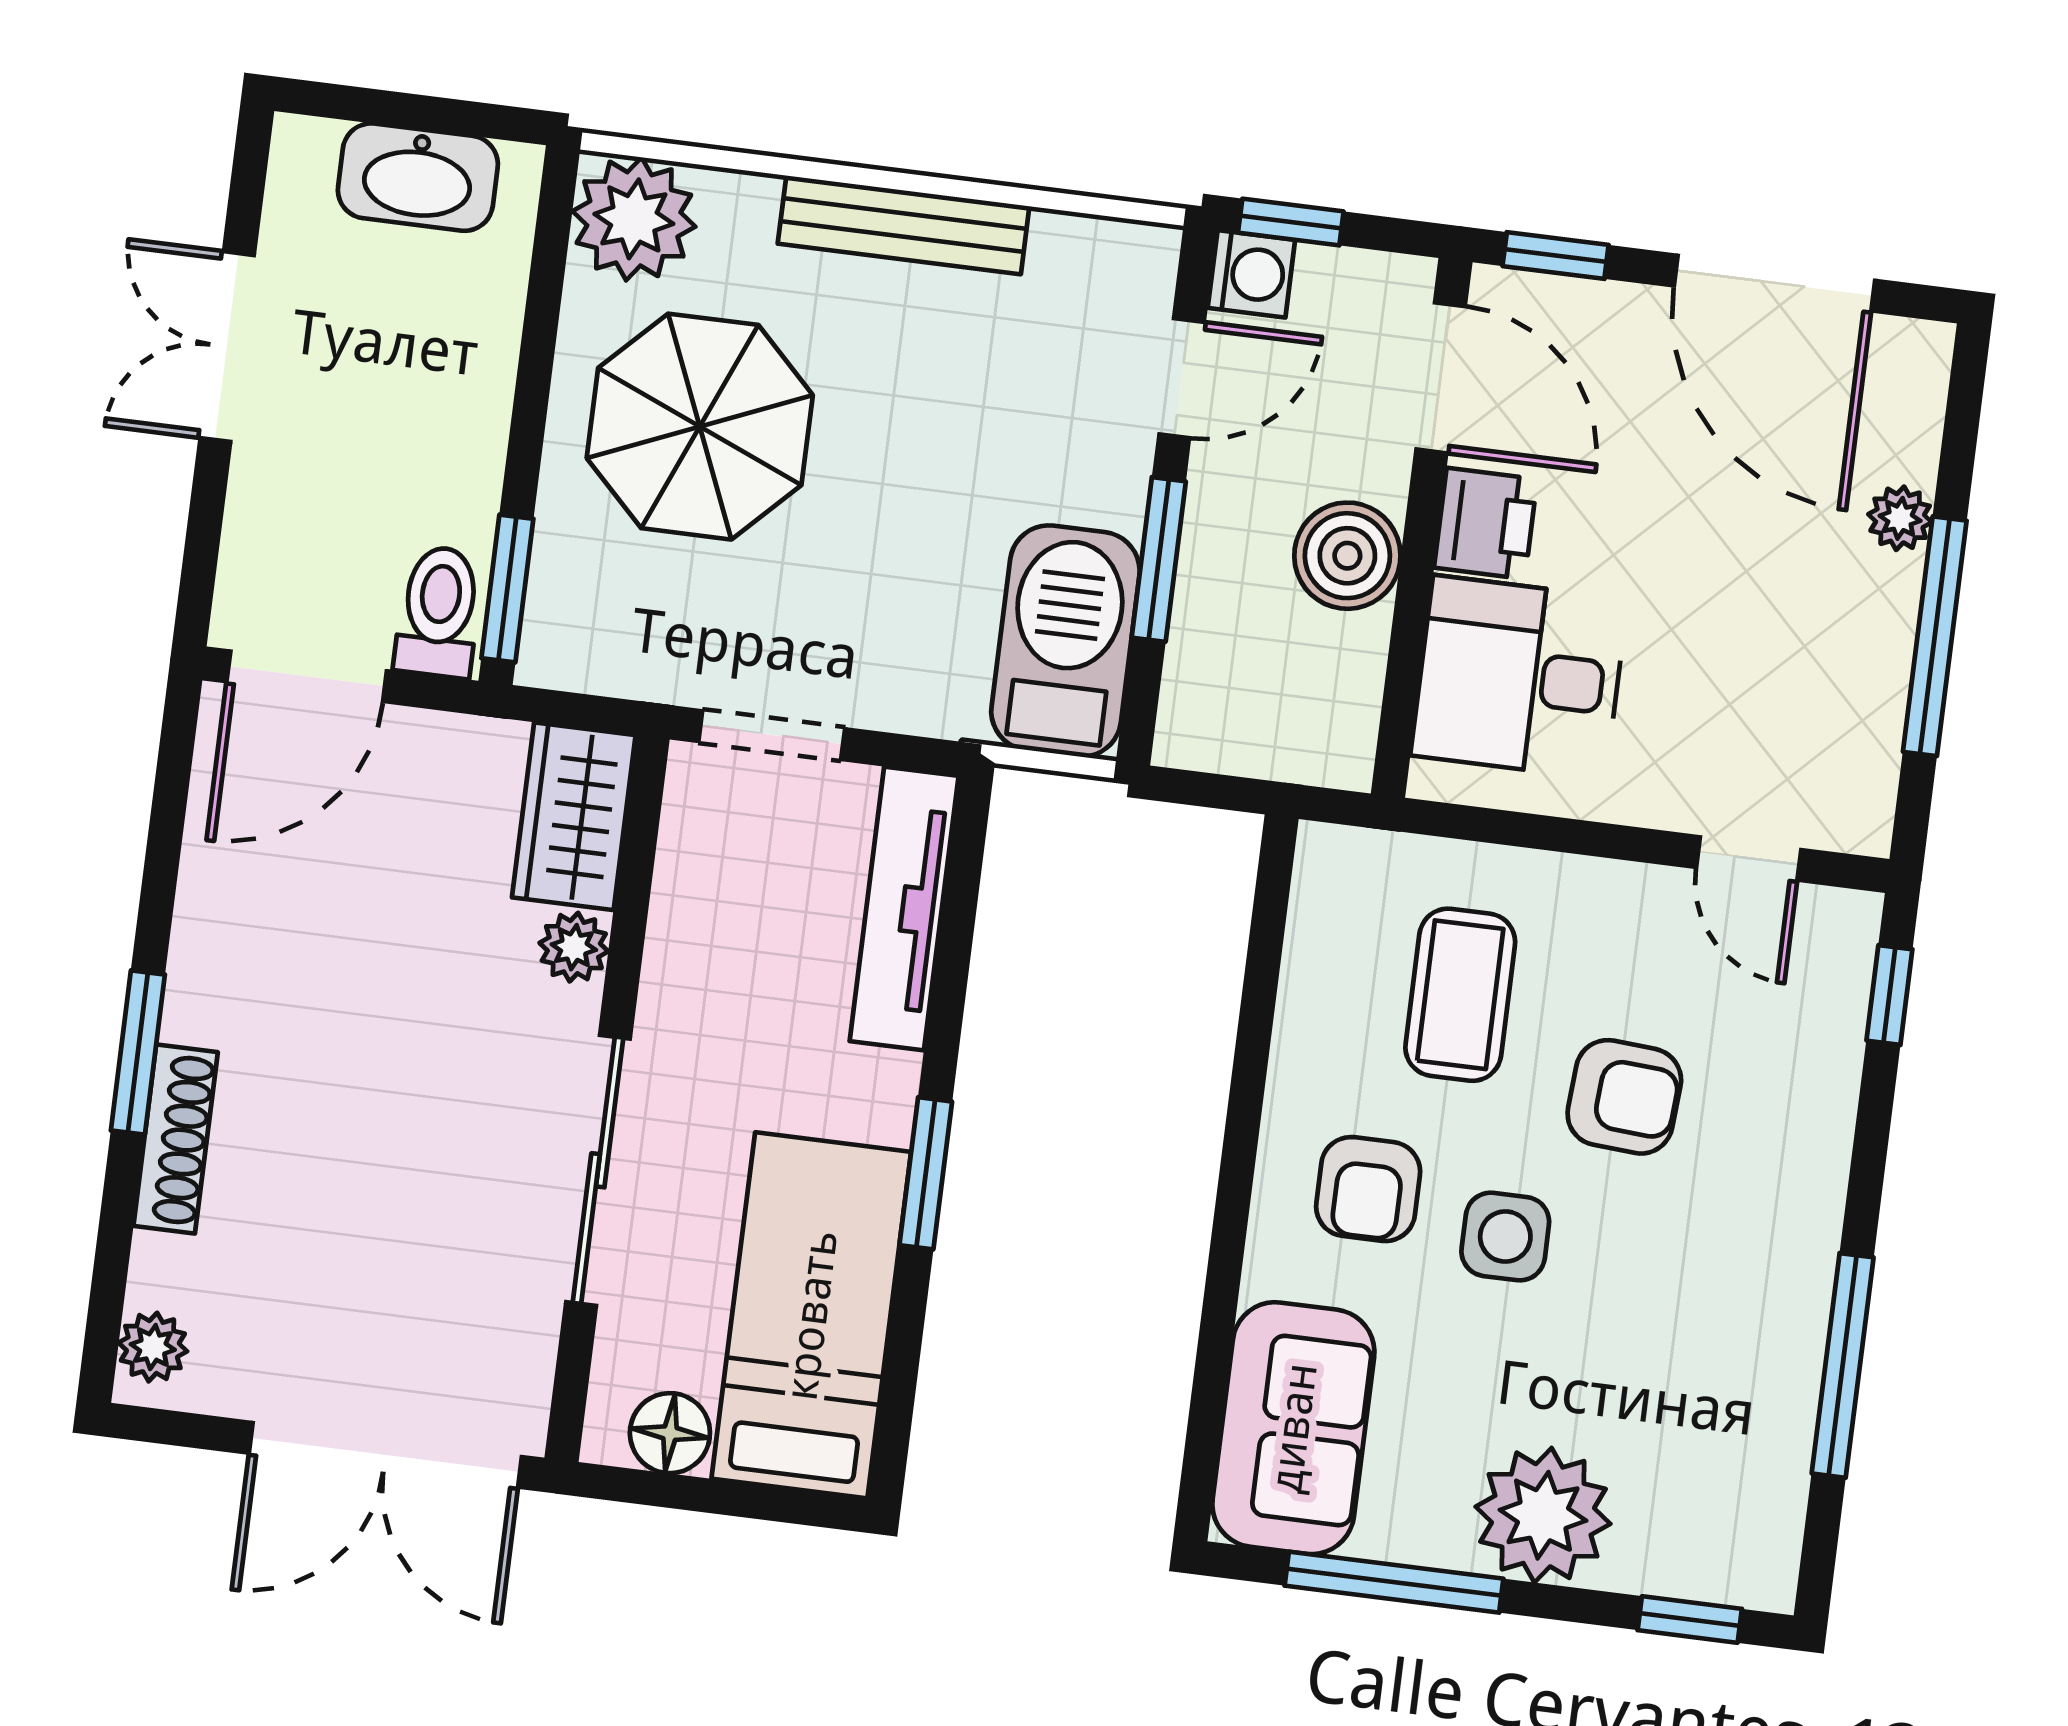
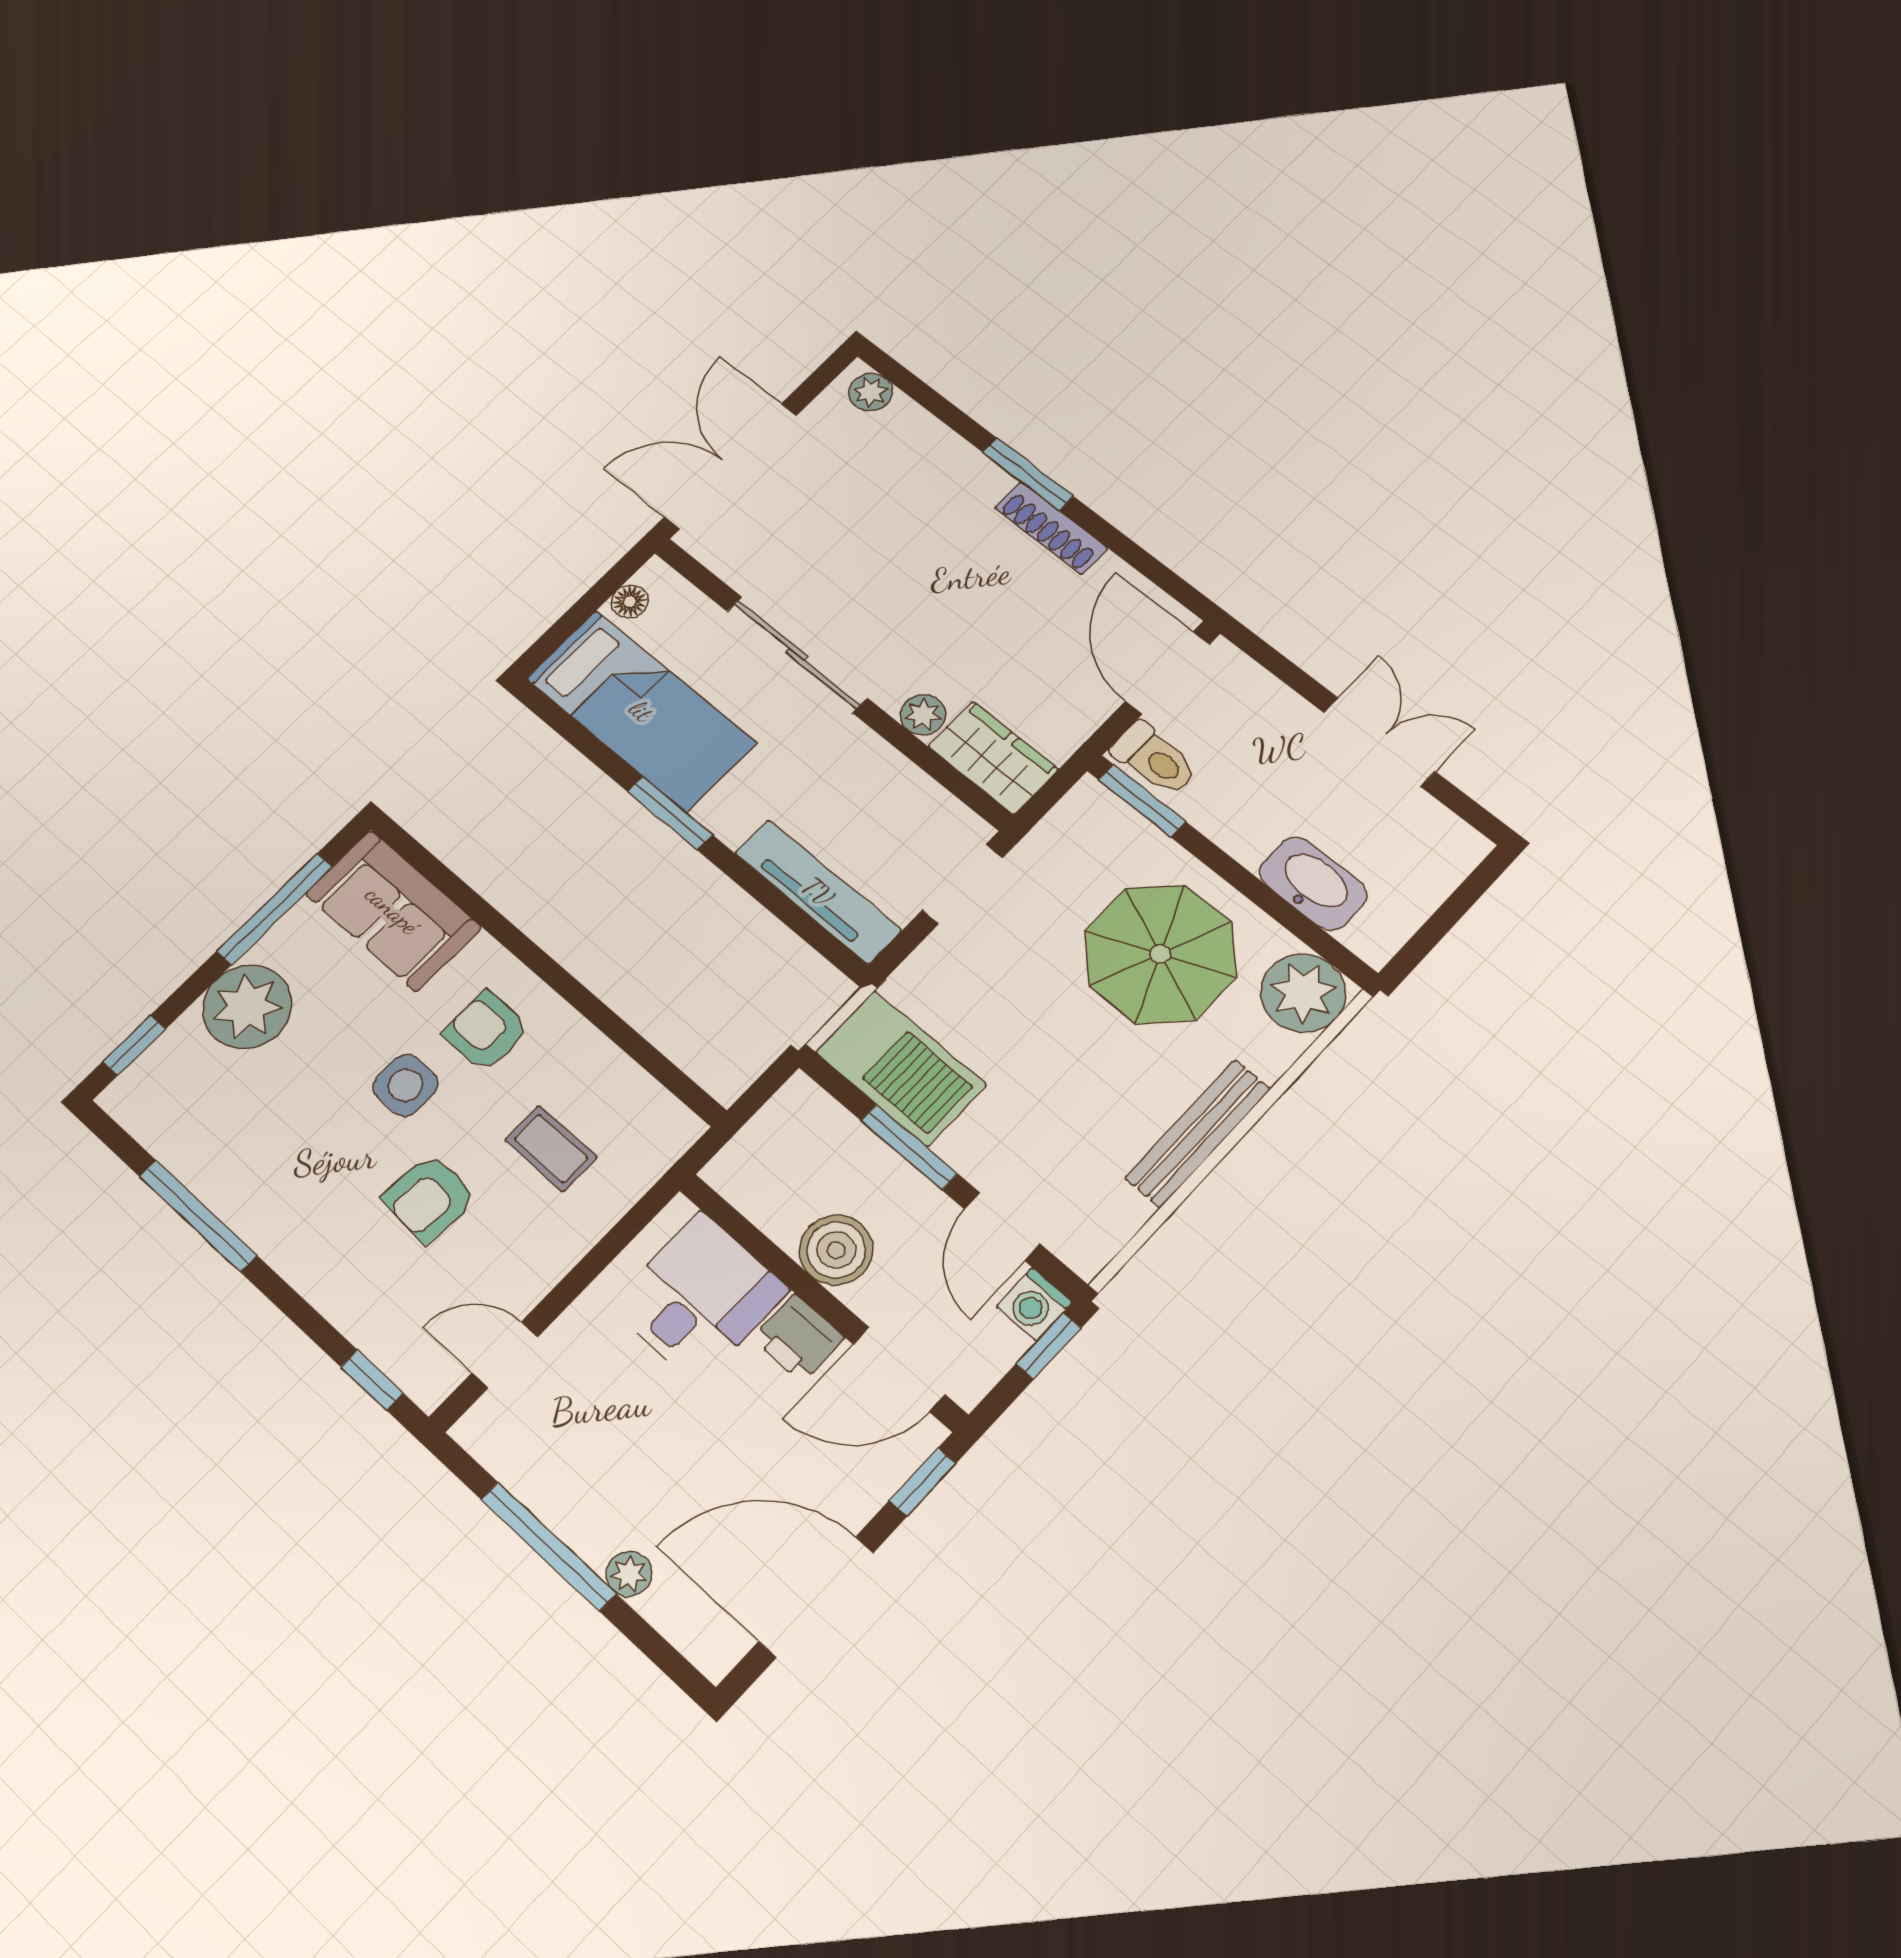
washbasin: (418, 177) -> (1313, 883), moved, turned 90
coffee table: (1460, 995) -> (551, 1148), width x0.73, depth x0.77
shoe rack: (176, 1139) -> (1051, 528), moved
floor lamp: (670, 1433) -> (630, 601), width x0.73, depth x0.73

